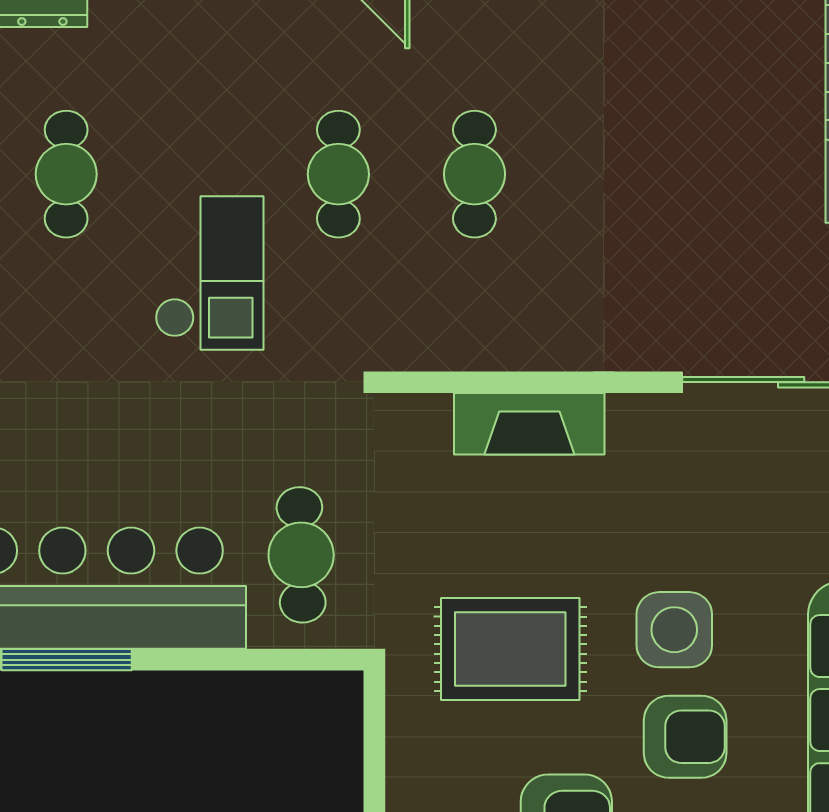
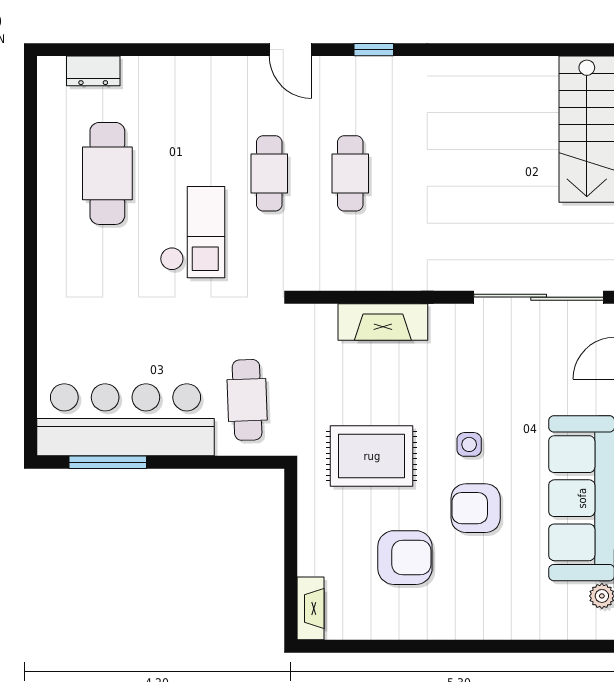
cafe table: (66, 174) -> (107, 173), width x1.37, depth x1.35
side table: (674, 630) -> (469, 444), width x0.54, depth x0.54
armchair: (685, 737) -> (476, 508), turned 180

